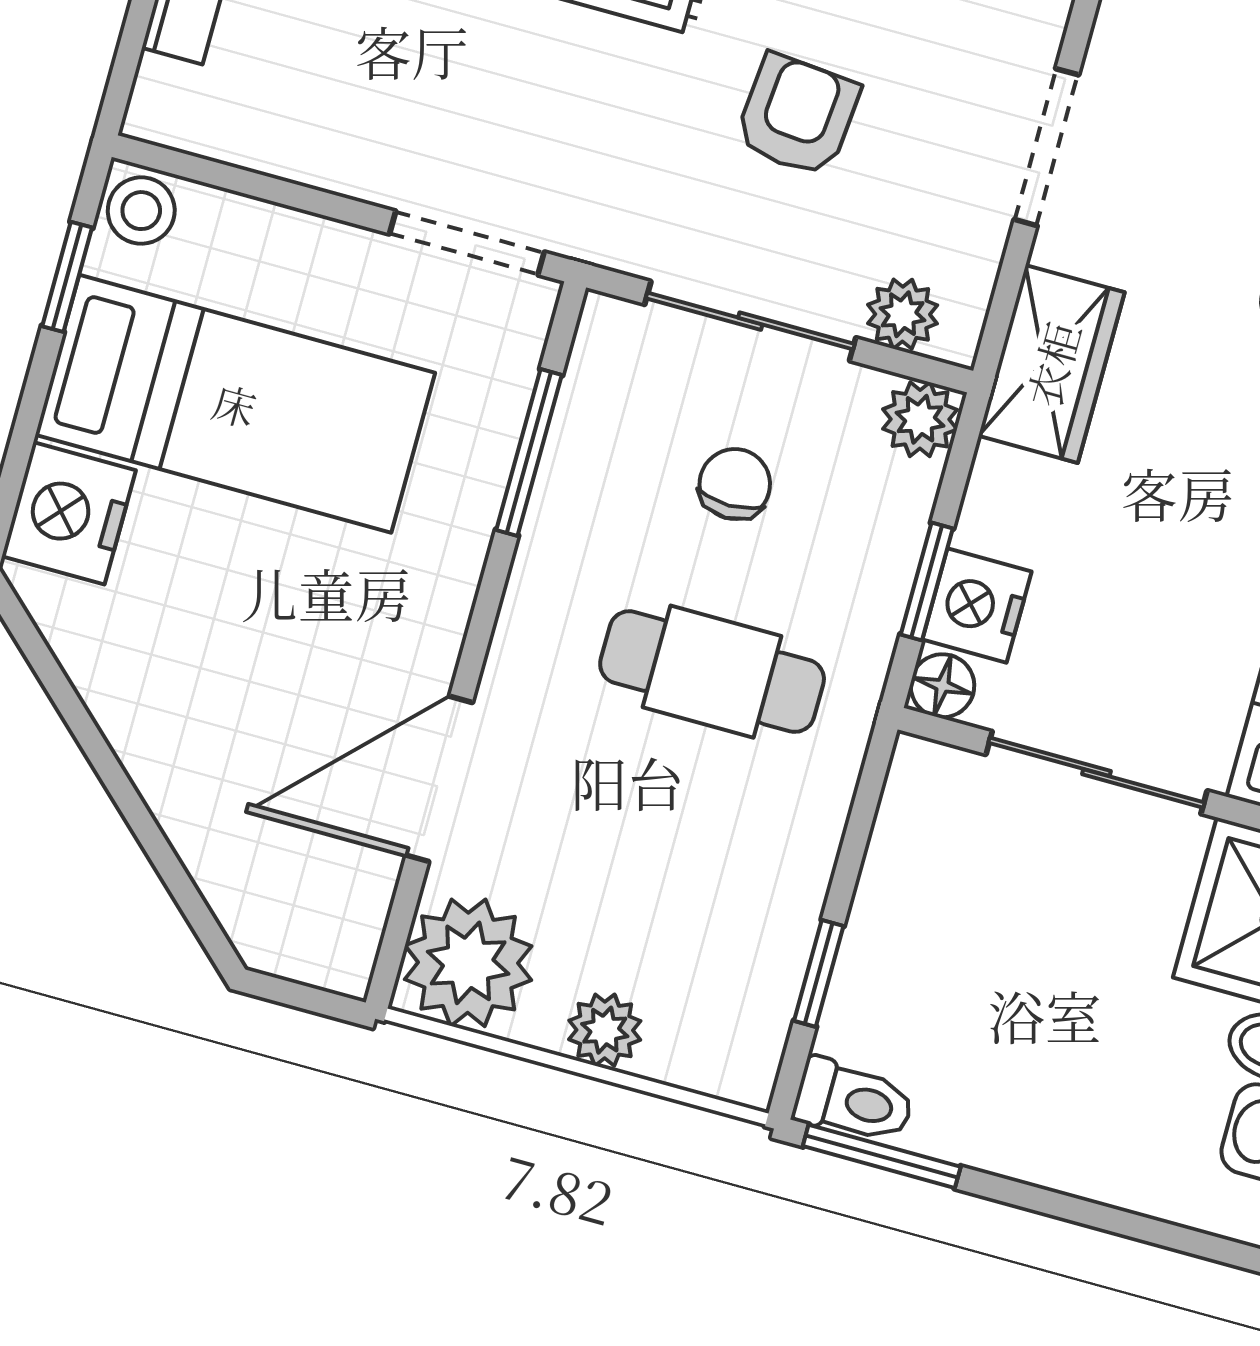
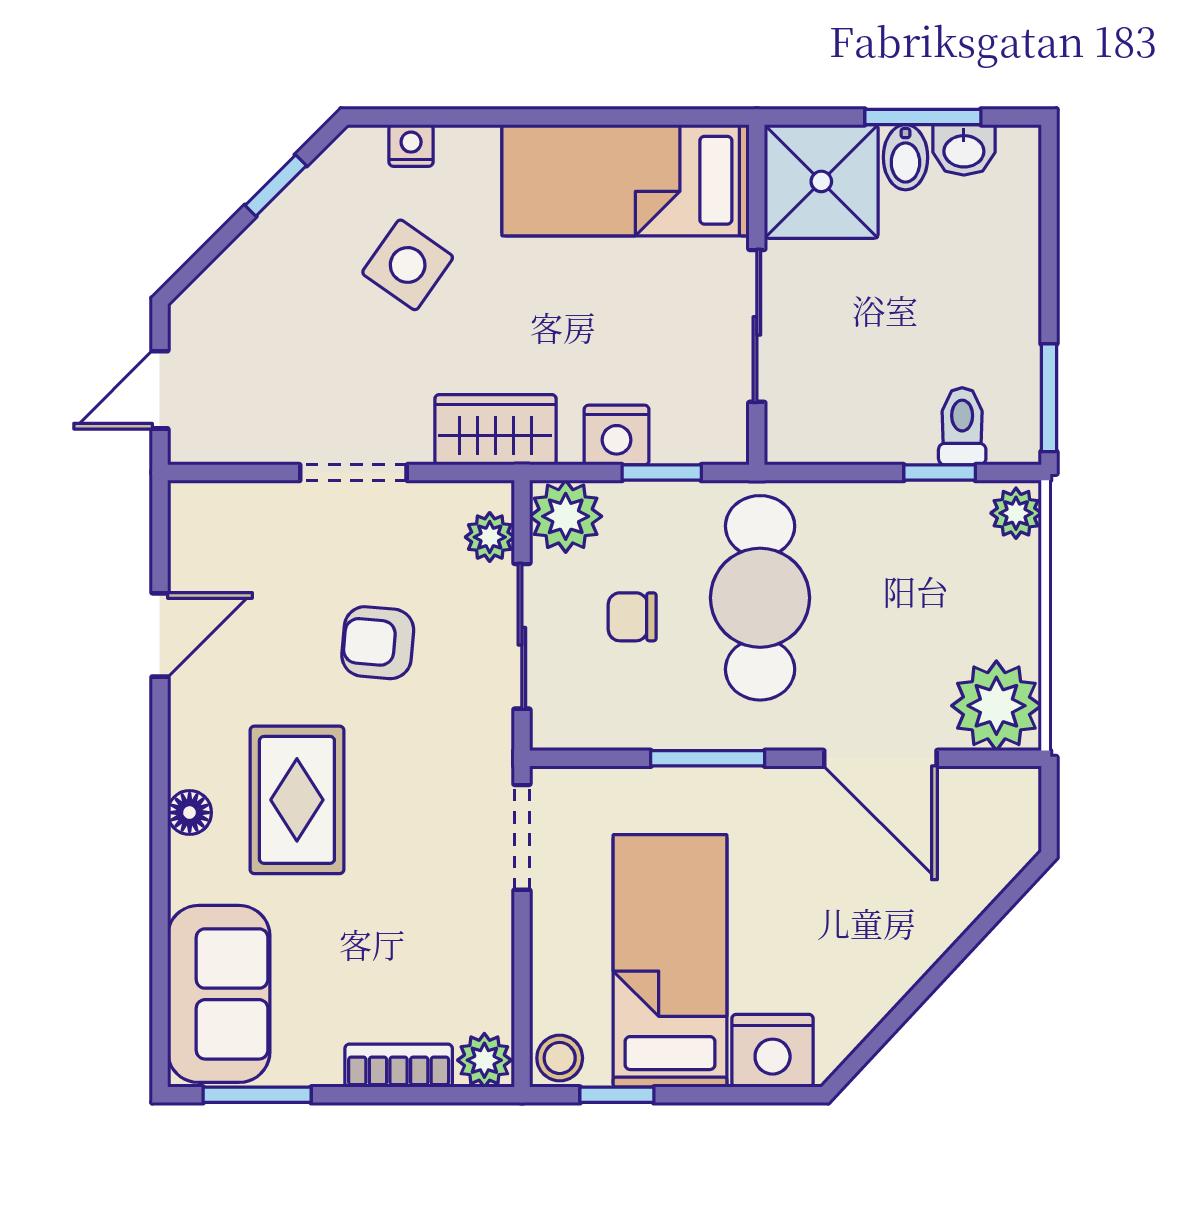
plant: (167, 104) -> (484, 1060), added
plant: (920, 419) -> (566, 516), width x1.38, depth x1.38
window: (529, 452) -> (708, 758), moved
nightstand: (977, 605) -> (617, 435), moved
cafe table: (712, 672) -> (760, 598), width x1.37, depth x1.35
floor lamp: (942, 686) -> (728, 443), removed
plant: (605, 1030) -> (1016, 513), moved
toilet: (854, 1101) -> (962, 426), moved

